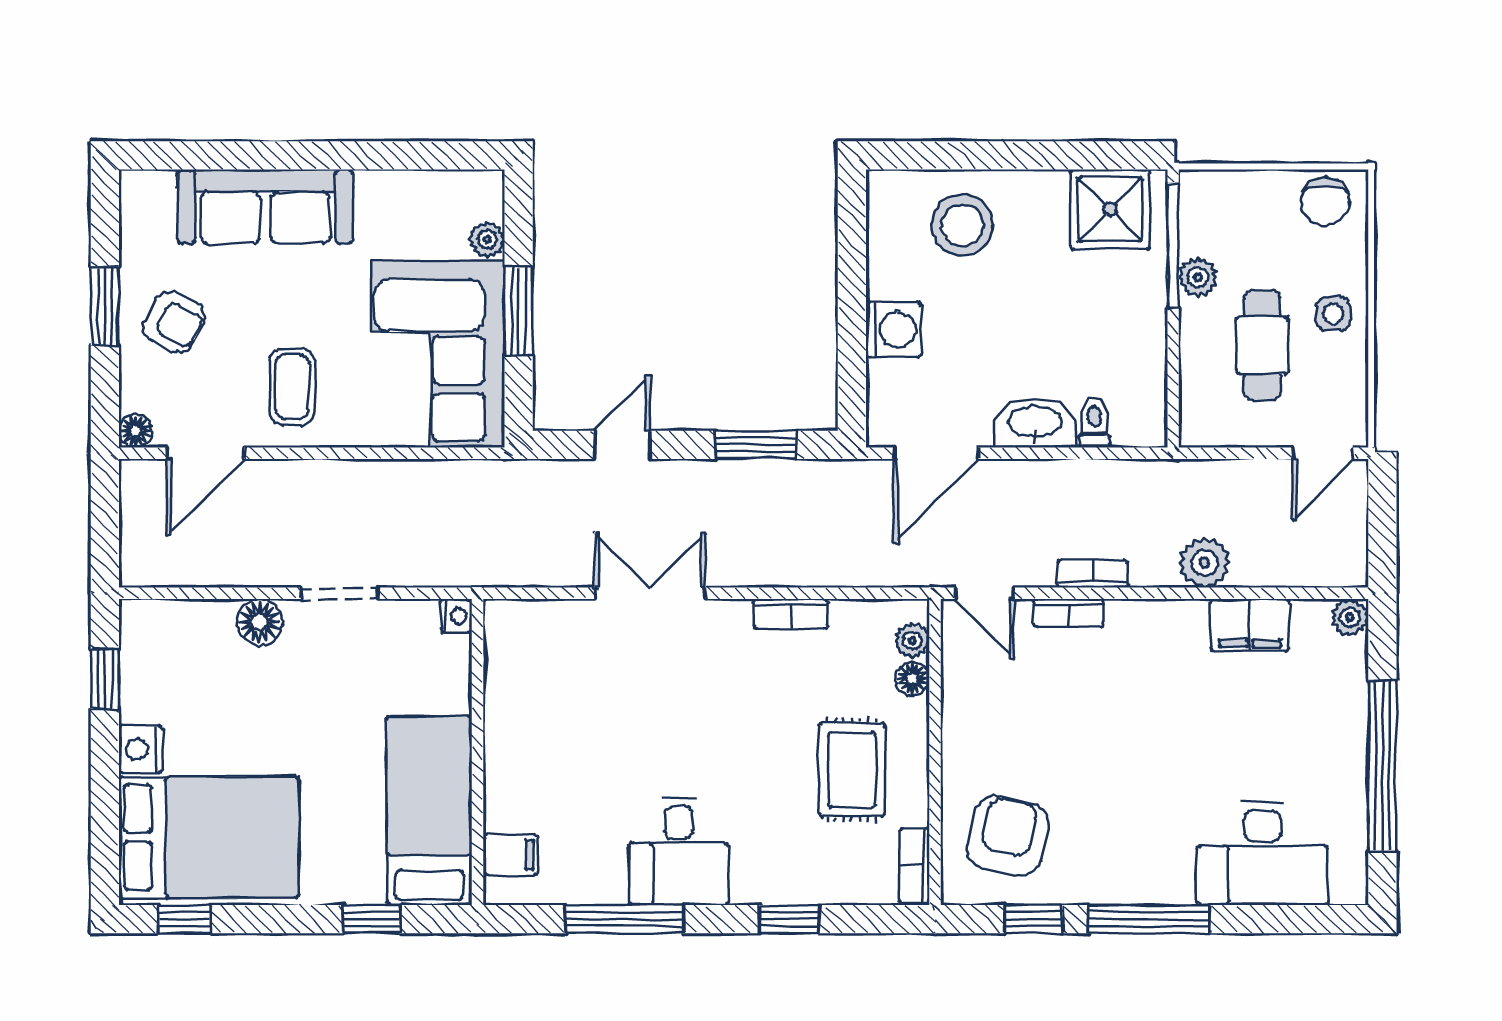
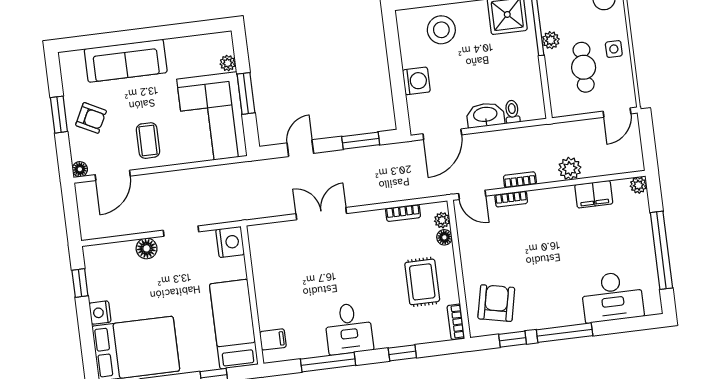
bookcase: (791, 614) -> (403, 213), moved
nightstand: (456, 616) -> (230, 242), width x1.89, depth x1.79

